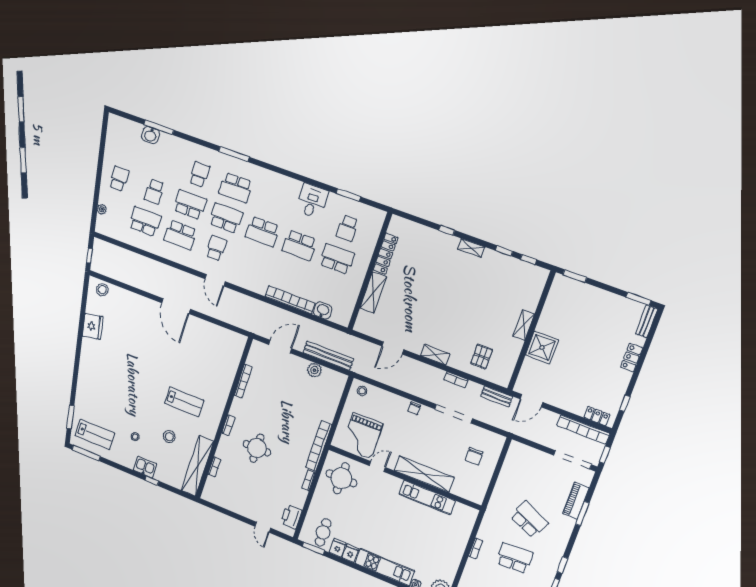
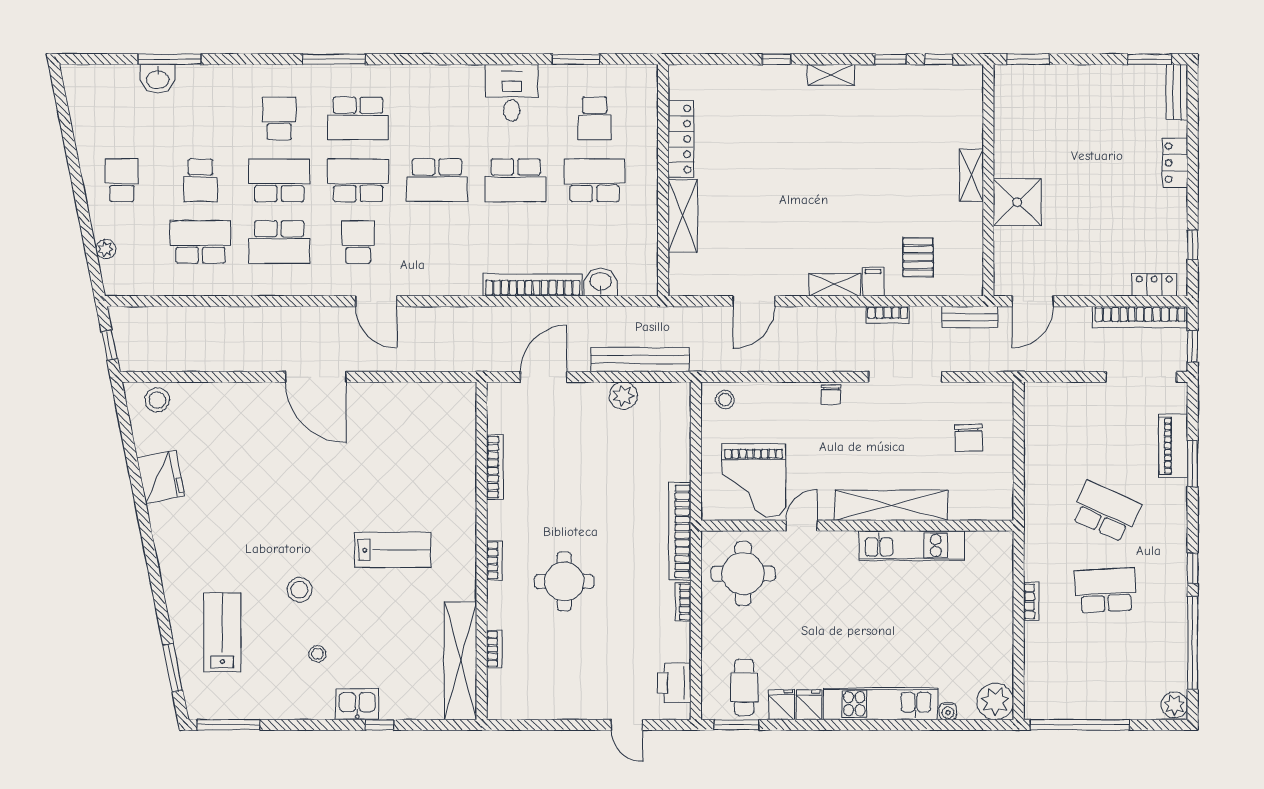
filing cabinet: (455, 360) -> (873, 282), added
lab bench: (95, 434) -> (222, 632), moved, turned -90
stool: (169, 437) -> (299, 590), moved

